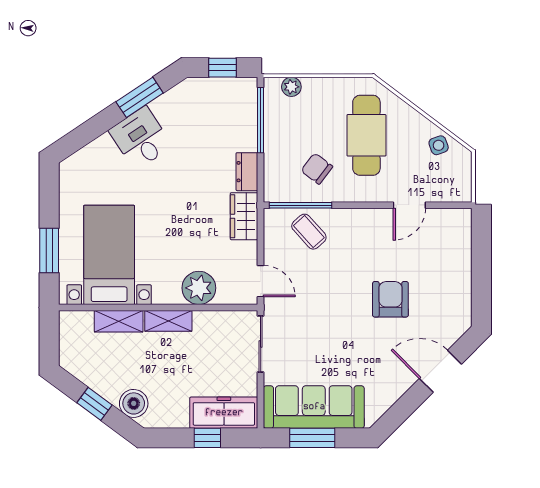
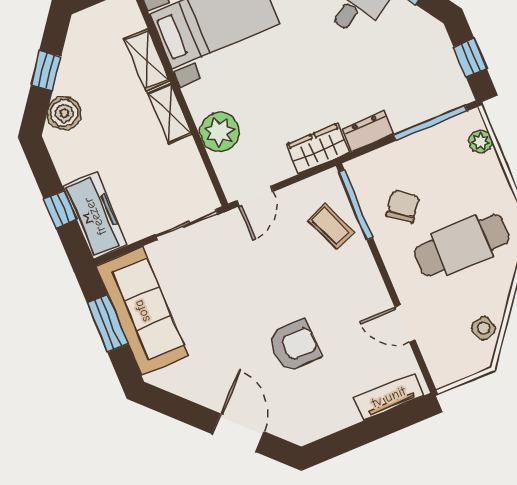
coffee table: (309, 232) -> (331, 226), turned -71
tv unit: (461, 242) -> (389, 397), added

